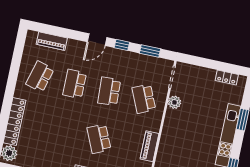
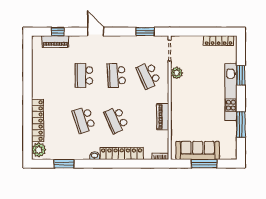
door: (97, 40) -> (96, 32), swing flipped
window: (122, 45) -> (58, 32), moved
school desk: (40, 76) -> (84, 120), moved, turned -33
locker: (227, 77) -> (219, 41), width x1.53

